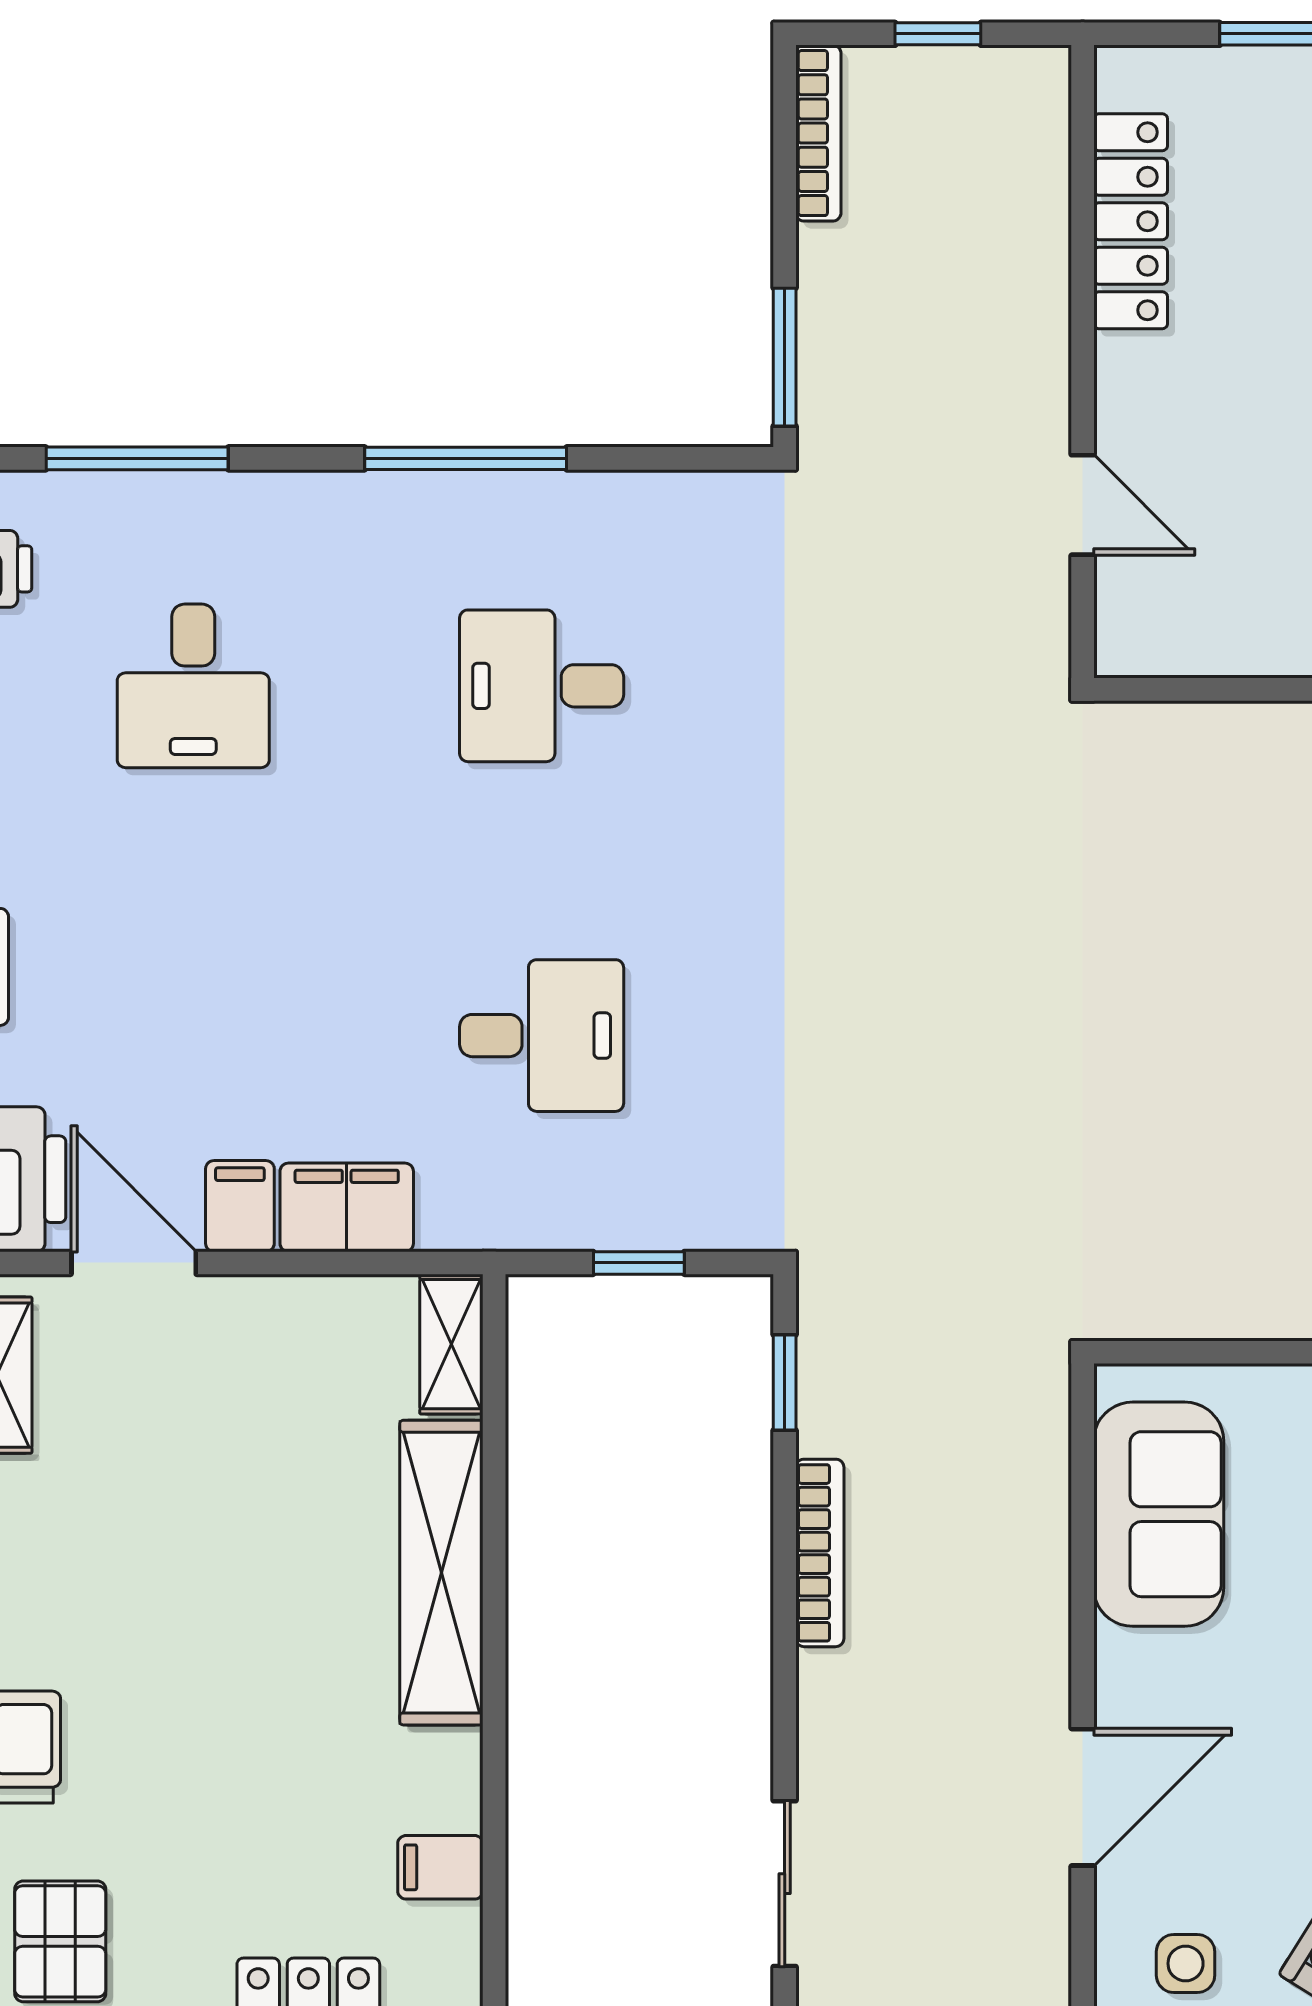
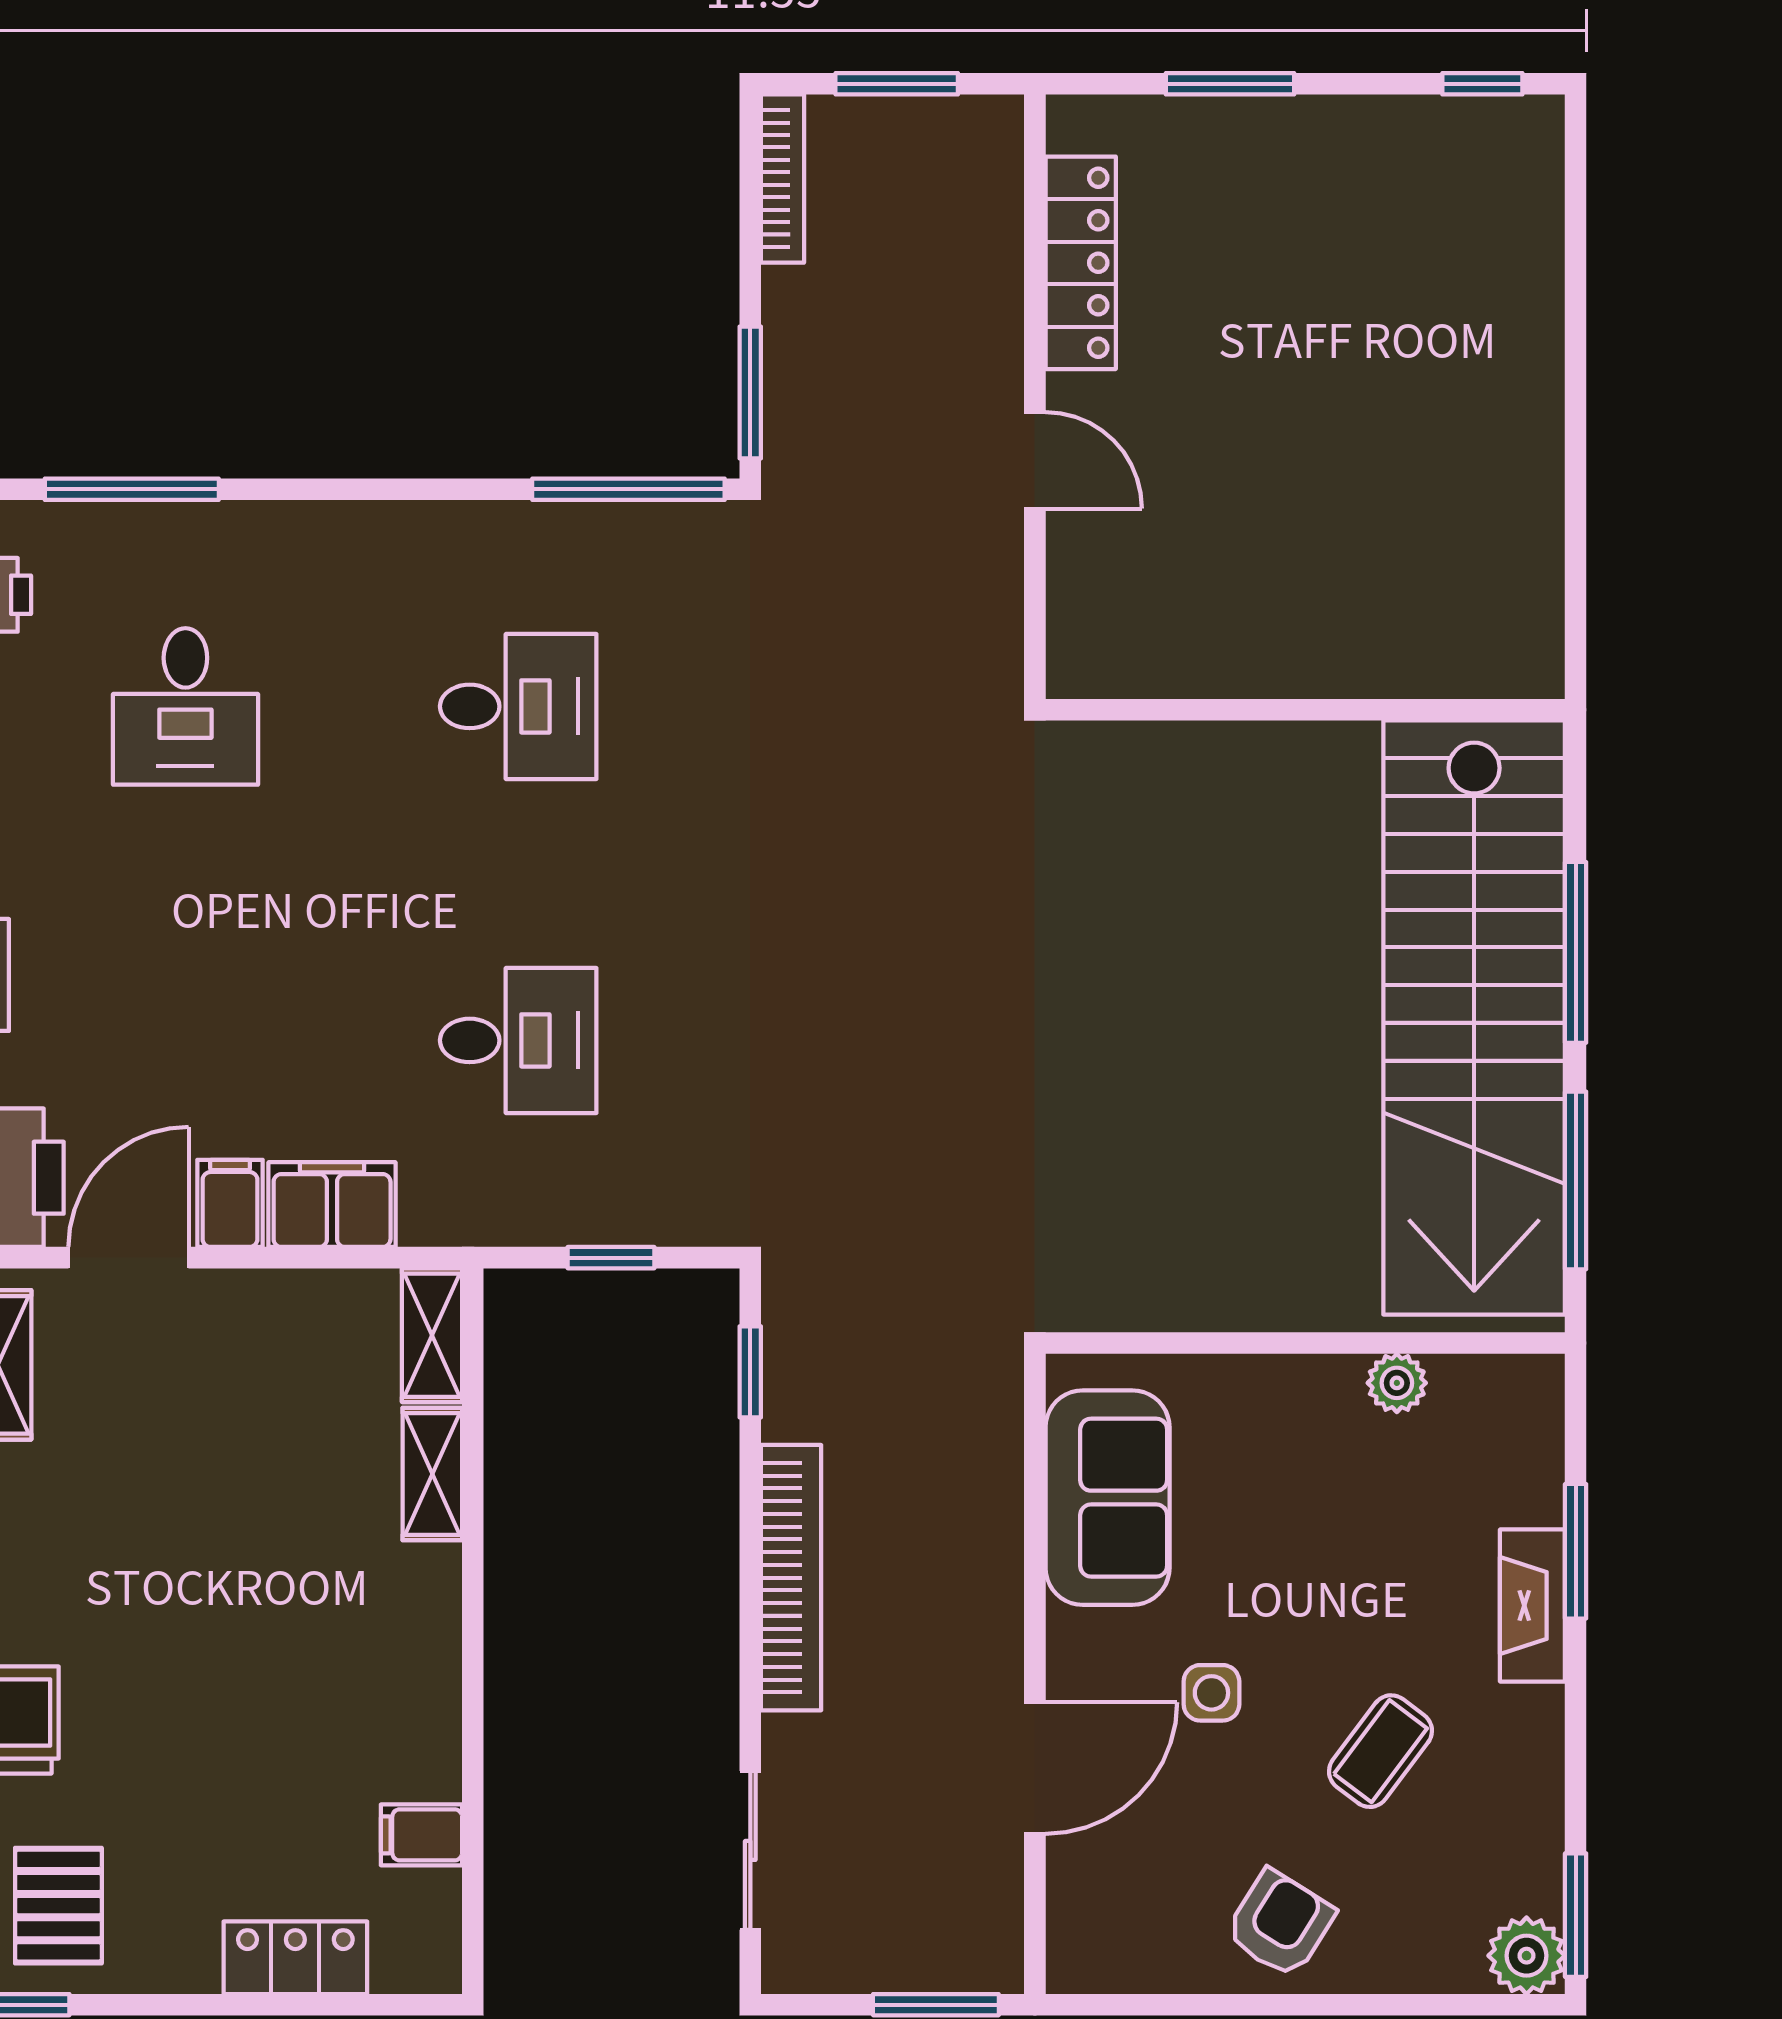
window: (938, 34) -> (897, 84), width x1.50
window: (466, 458) -> (628, 489), moved
door: (1083, 505) -> (1035, 460), moved
desk: (542, 686) -> (518, 706), turned 180
door: (134, 1263) -> (129, 1258), hinge flipped
bookcase: (820, 1553) -> (791, 1578), width x1.48, depth x1.31
shelving: (441, 1573) -> (432, 1474), width x0.45, depth x0.75
side table: (1186, 1963) -> (1211, 1693), moved

